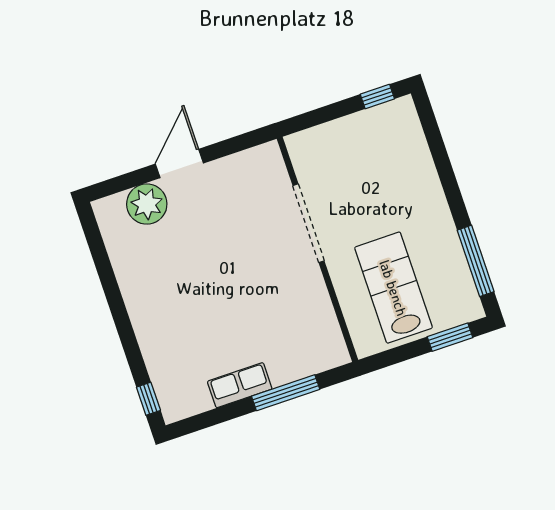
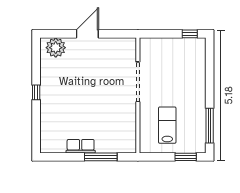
plant: (147, 204) -> (56, 48), moved
lab bench: (393, 288) -> (167, 125), width x0.73, depth x0.72
window: (148, 399) -> (36, 92), moved

